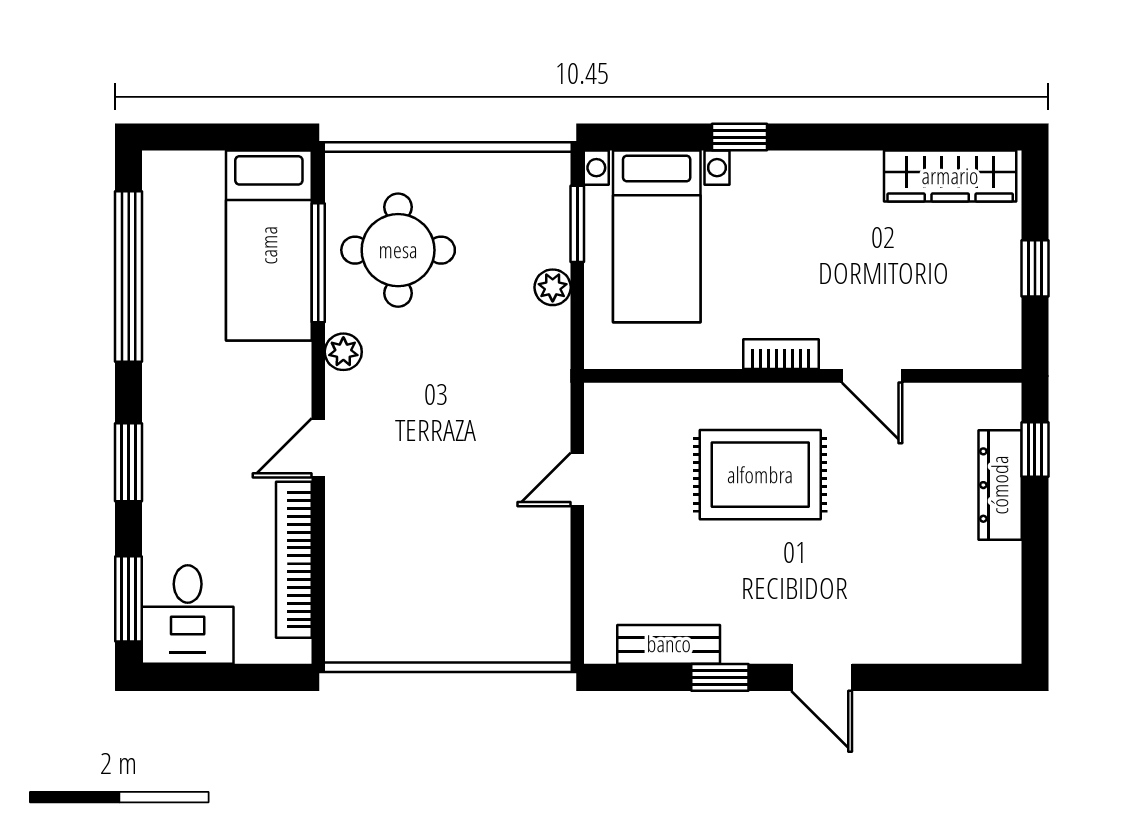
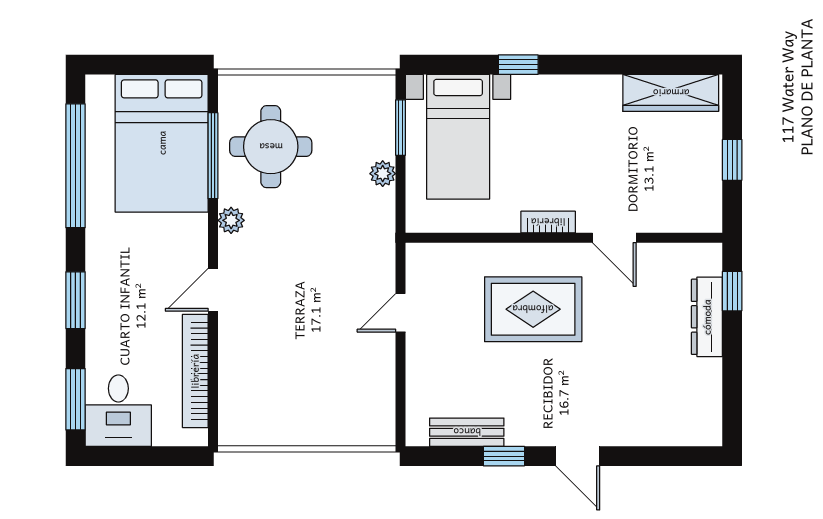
bed: (269, 245) -> (162, 143), width x1.50

